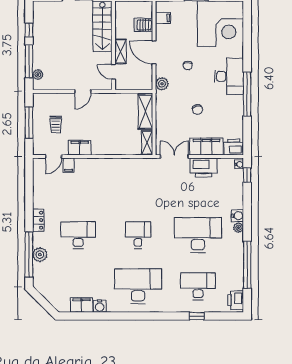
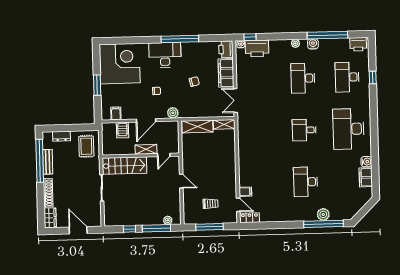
filing cabinet: (80, 148) -> (230, 182), removed
printer: (204, 168) -> (257, 48), moved, turned 90
water cooler: (237, 216) -> (313, 44), moved
locker: (38, 220) -> (250, 218), moved
desk: (198, 235) -> (303, 78), width x0.73, depth x0.77

